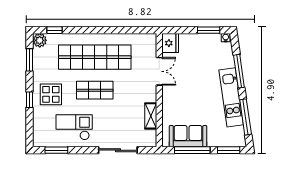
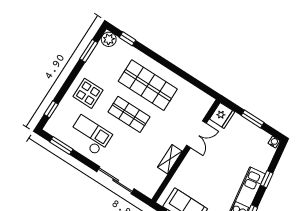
window: (209, 30) -> (253, 119), moved
shop shelf: (95, 57) -> (148, 85), width x0.71
window: (239, 71) -> (267, 179), width x0.46
window: (30, 100) -> (51, 109), moved
shelving: (151, 116) -> (170, 159), moved

